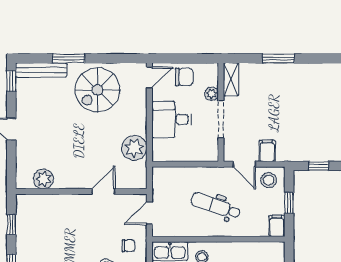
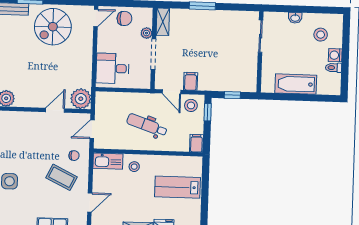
desk: (172, 120) -> (112, 68), moved
plant: (134, 148) -> (81, 99), moved
window: (289, 203) -> (208, 112), moved

